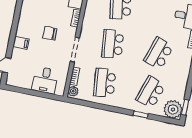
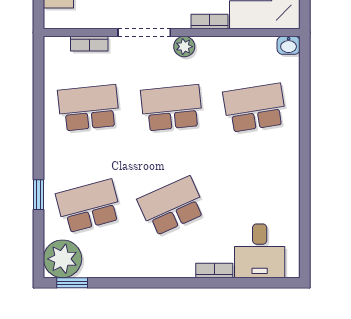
school desk: (159, 53) -> (172, 206), turned -42
plant: (73, 91) -> (184, 47), moved
school desk: (151, 92) -> (89, 206), turned -33

